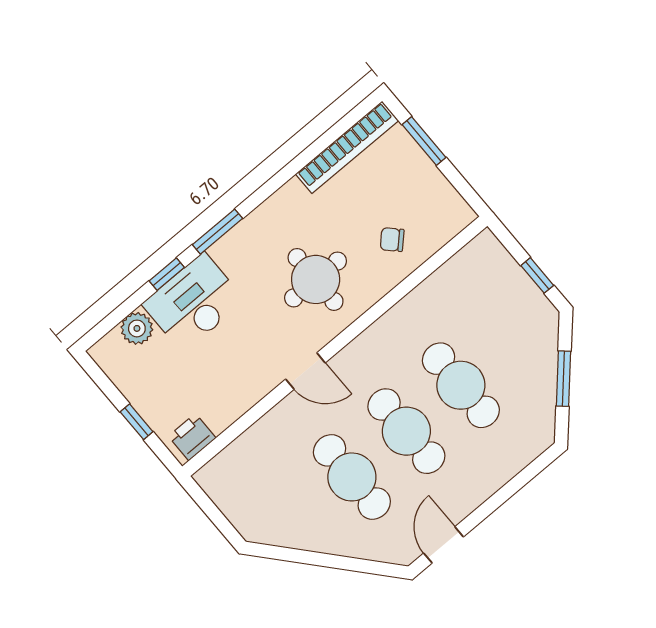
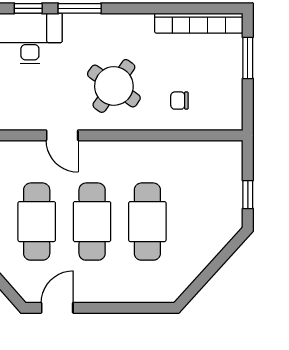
chair: (392, 240) -> (179, 101), turned -45
round table: (316, 279) -> (114, 86), turned 35
window: (563, 379) -> (212, 269), removed

